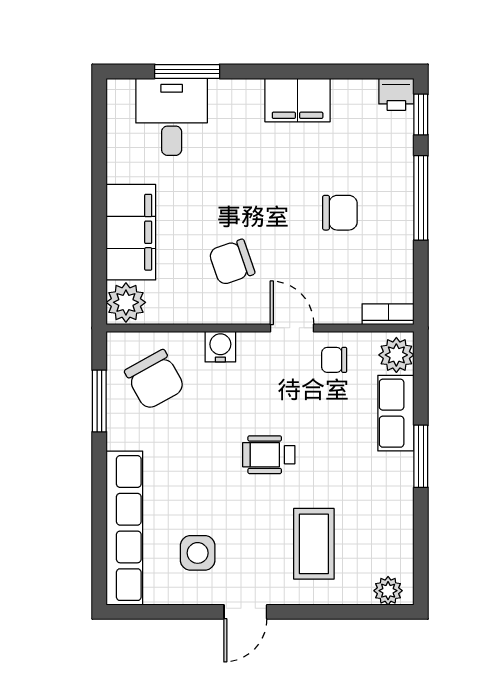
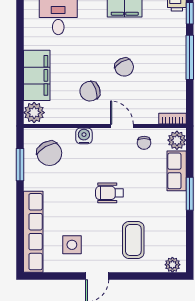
chair: (340, 213) -> (124, 67), moved, turned 61
chair: (334, 360) -> (144, 143), turned -90

